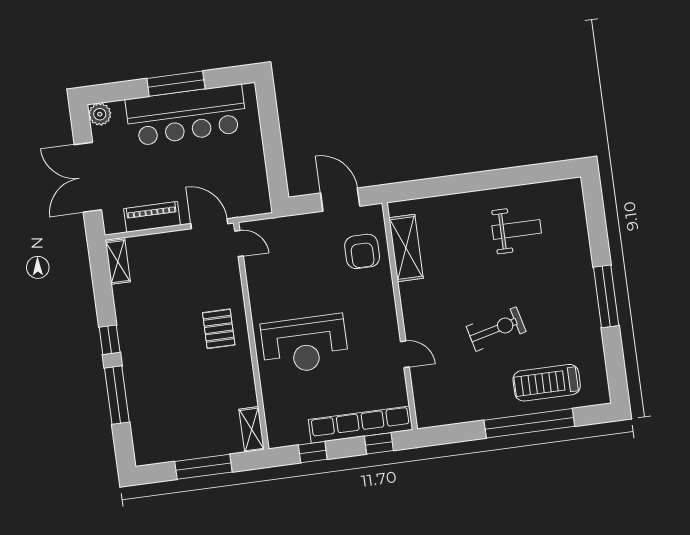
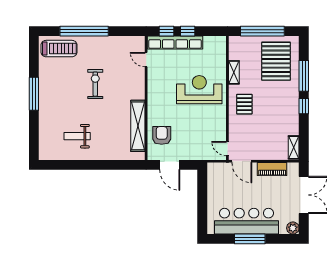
shelving: (406, 248) -> (138, 126), width x1.47
exercise bike: (496, 329) -> (95, 84), turned 104
door: (405, 354) -> (146, 60), moved
treadmill: (547, 383) -> (59, 49), moved
pallet: (171, 415) -> (276, 61), added
shelving: (252, 429) -> (234, 72), moved
window: (313, 452) -> (188, 31), moved
window: (203, 467) -> (262, 31), width x1.46

